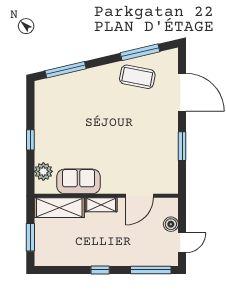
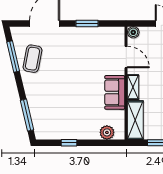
window: (30, 140) -> (69, 143), moved
sofa: (79, 181) -> (115, 92), moved
boiler: (171, 224) -> (133, 32), moved

